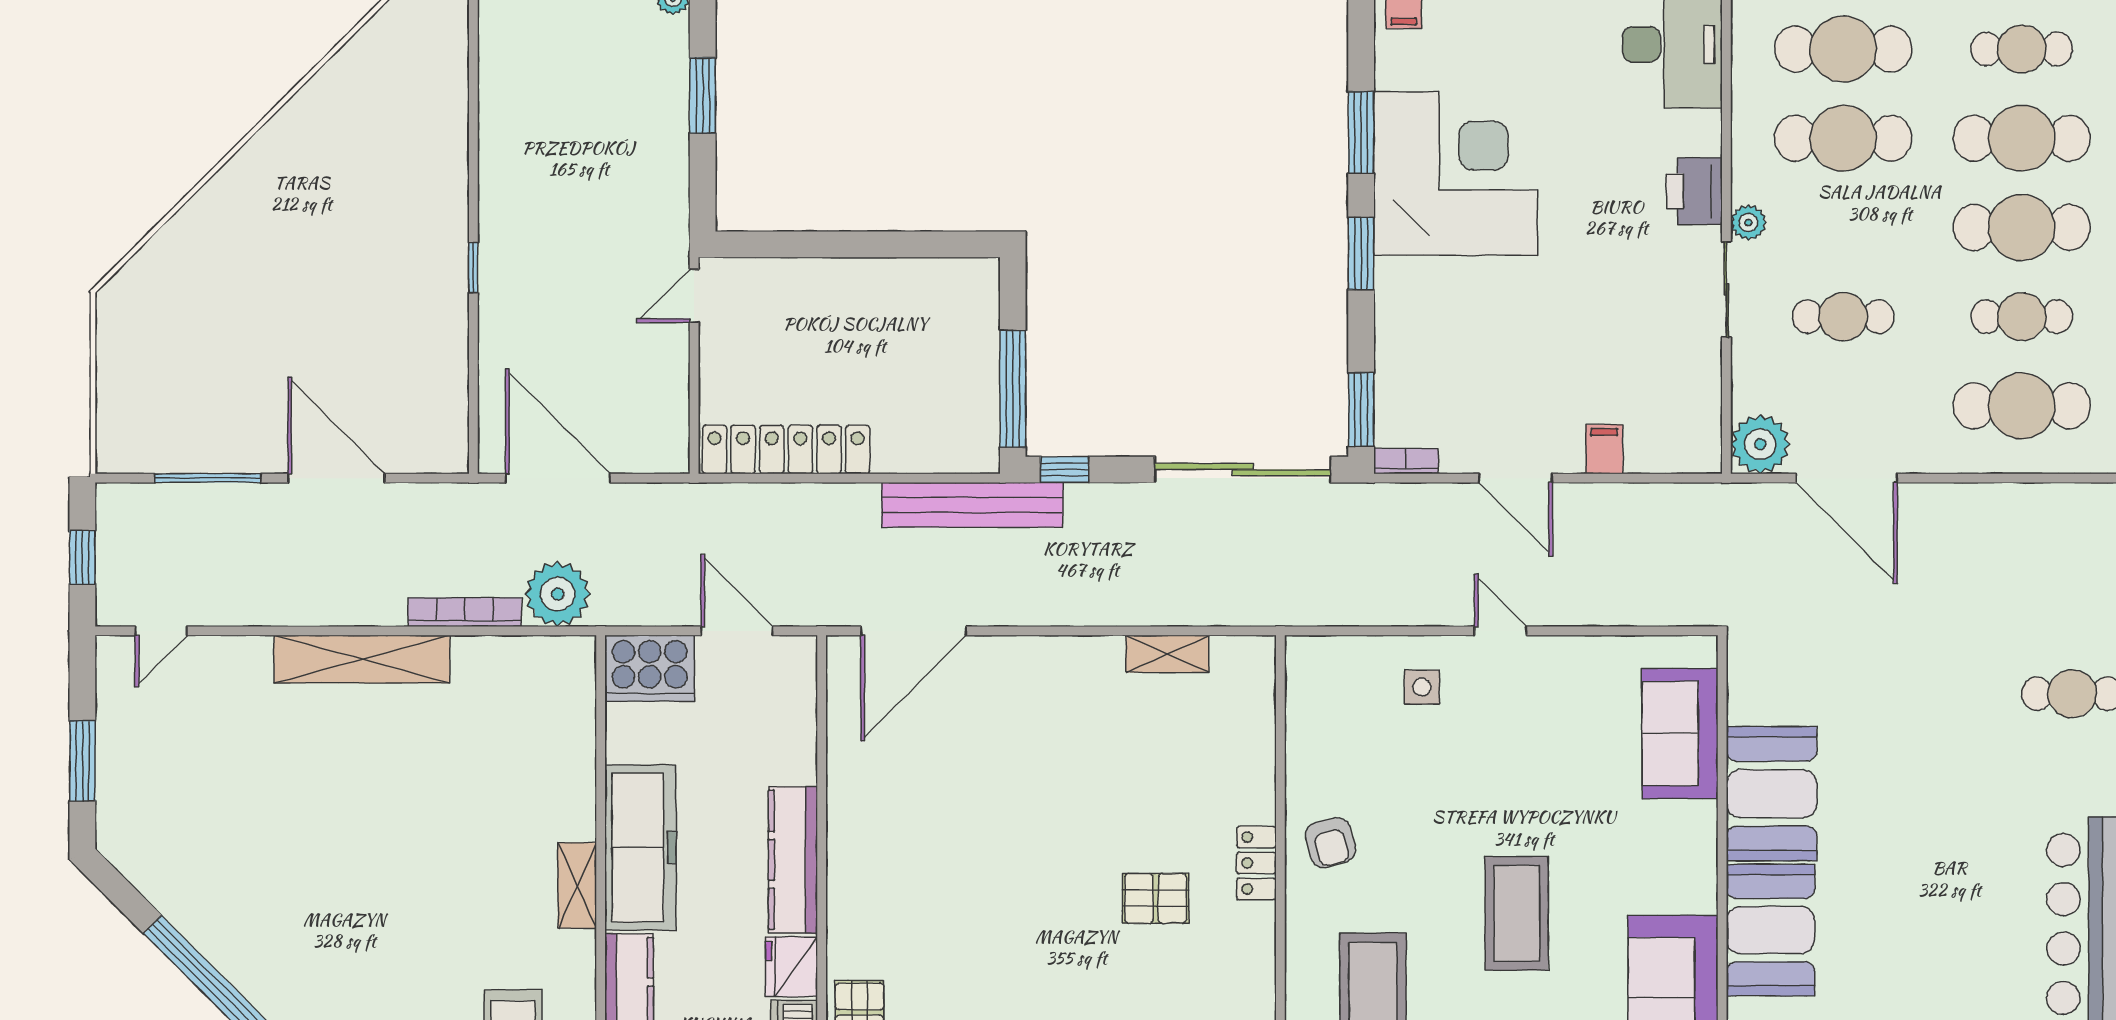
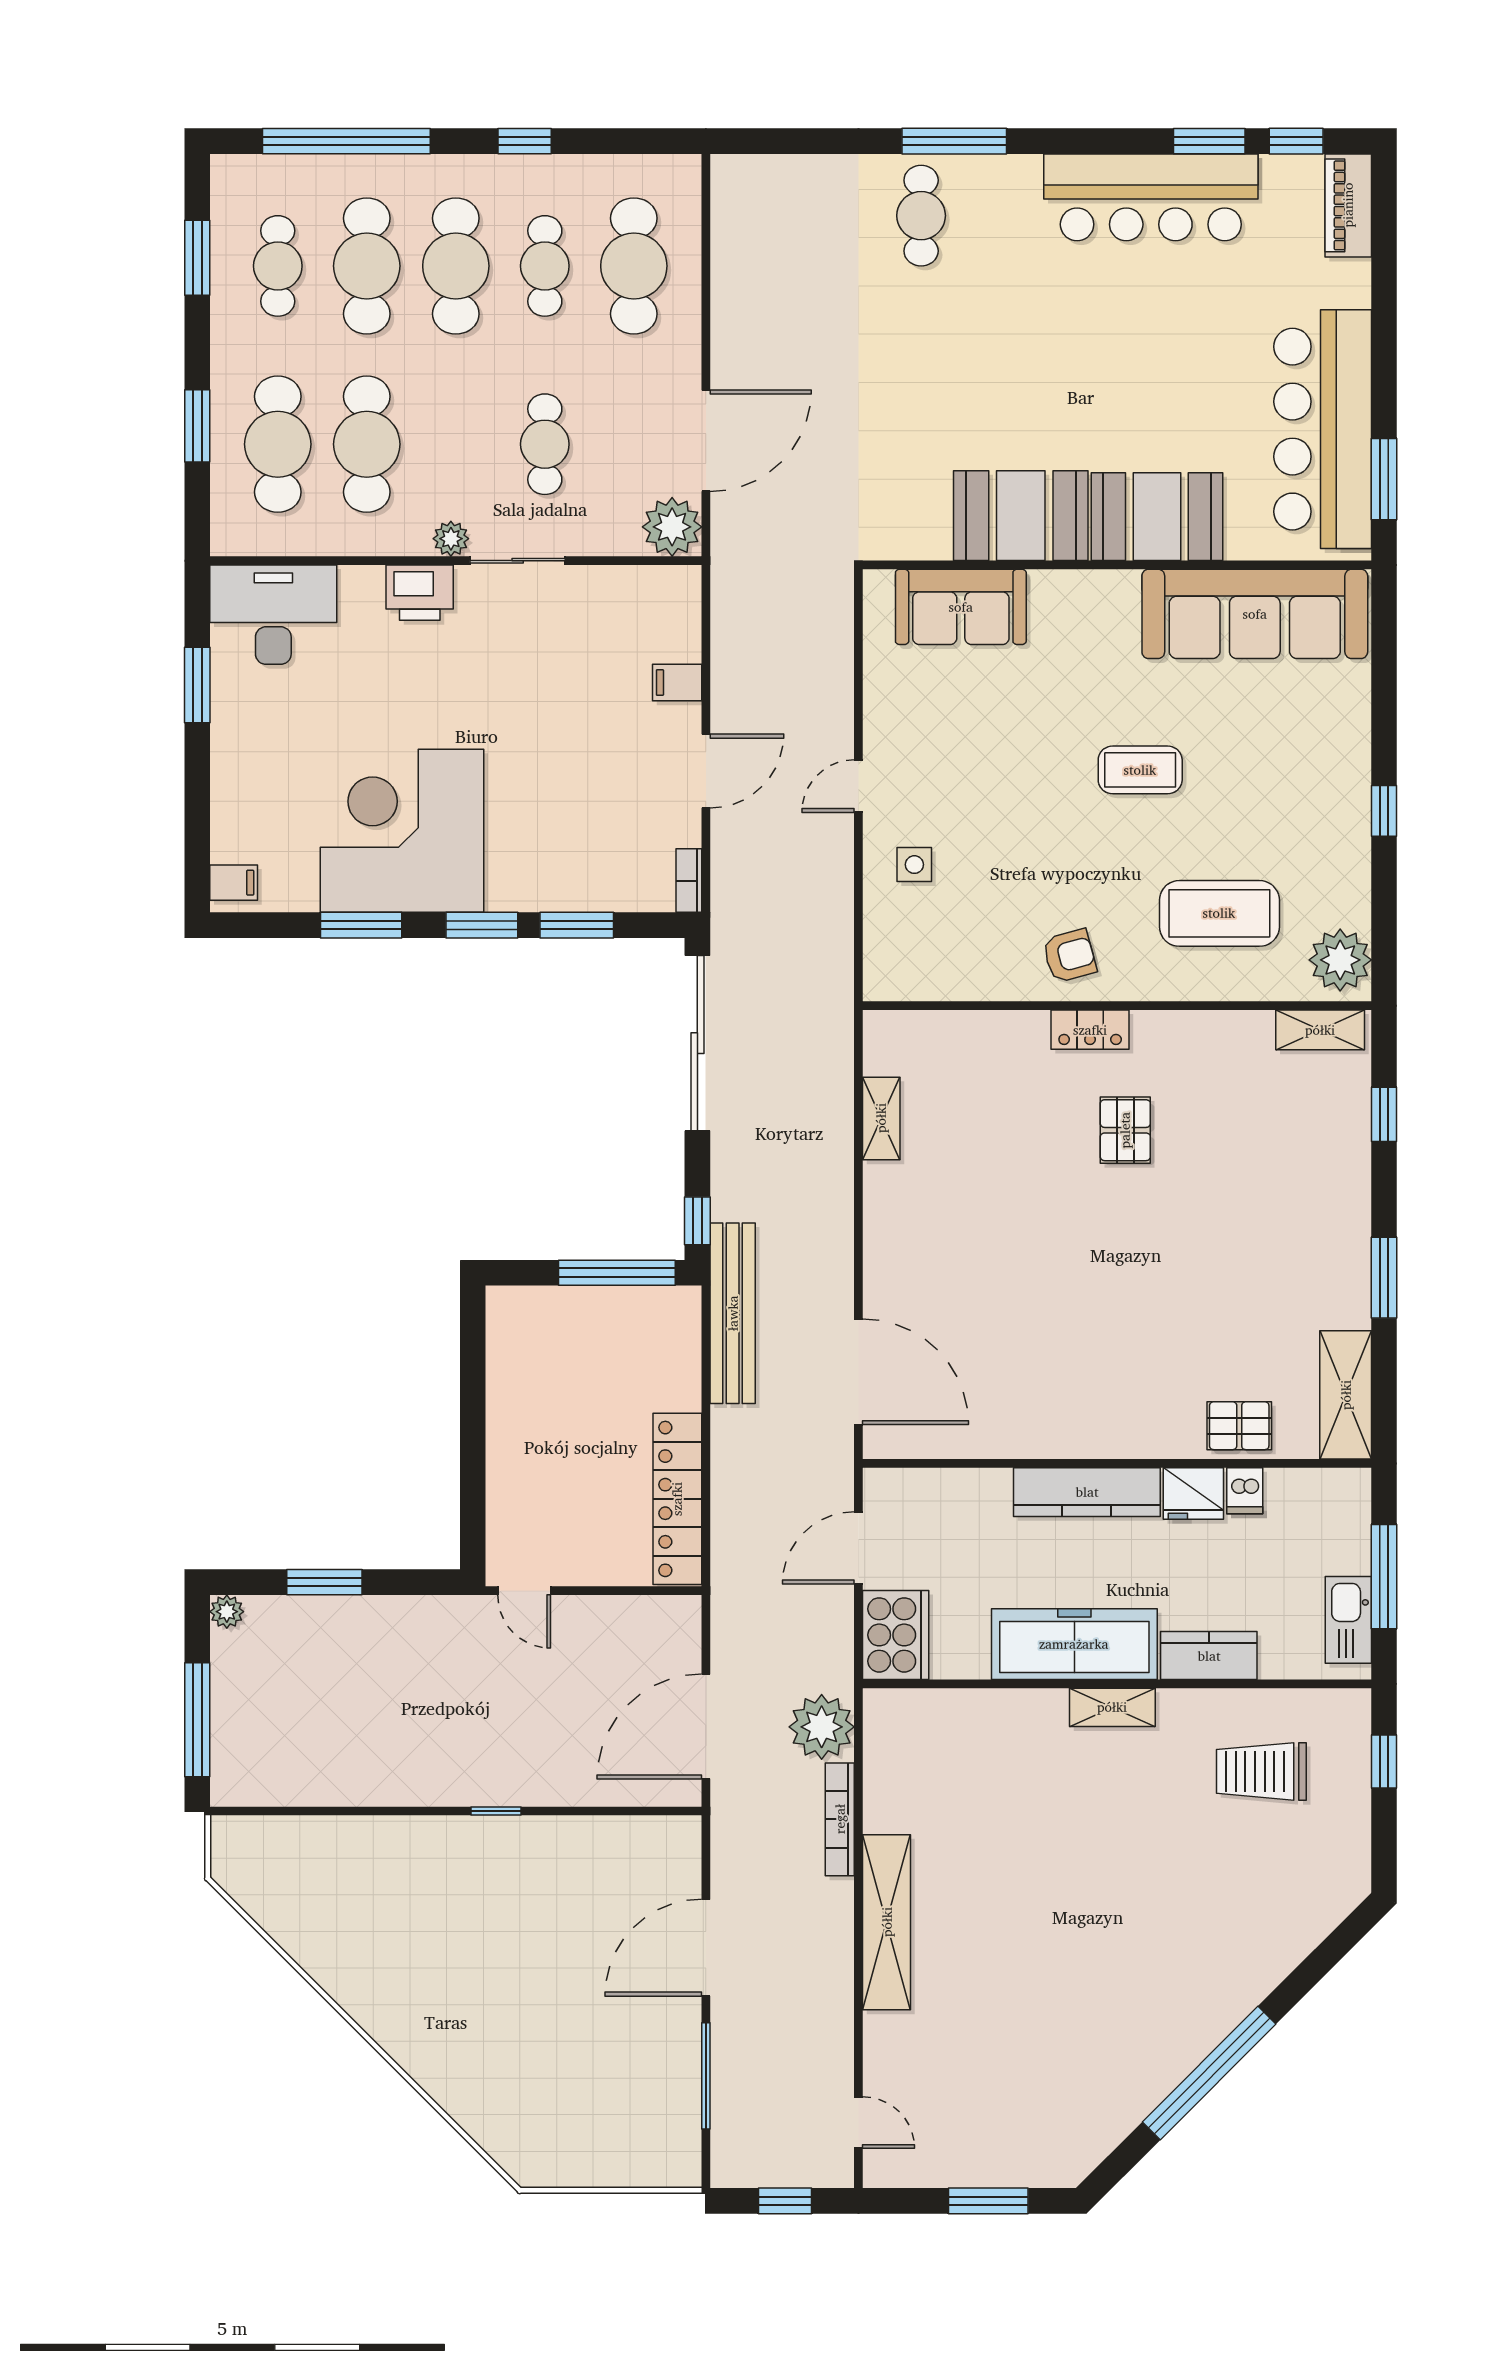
window: (1361, 410) -> (577, 925), moved
coffee table: (1517, 913) -> (1140, 770), width x0.73, depth x0.76

